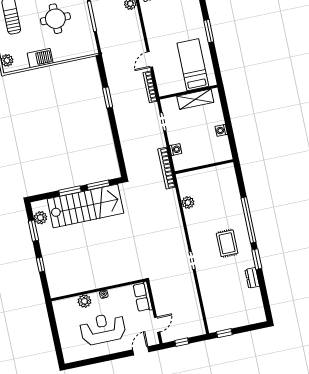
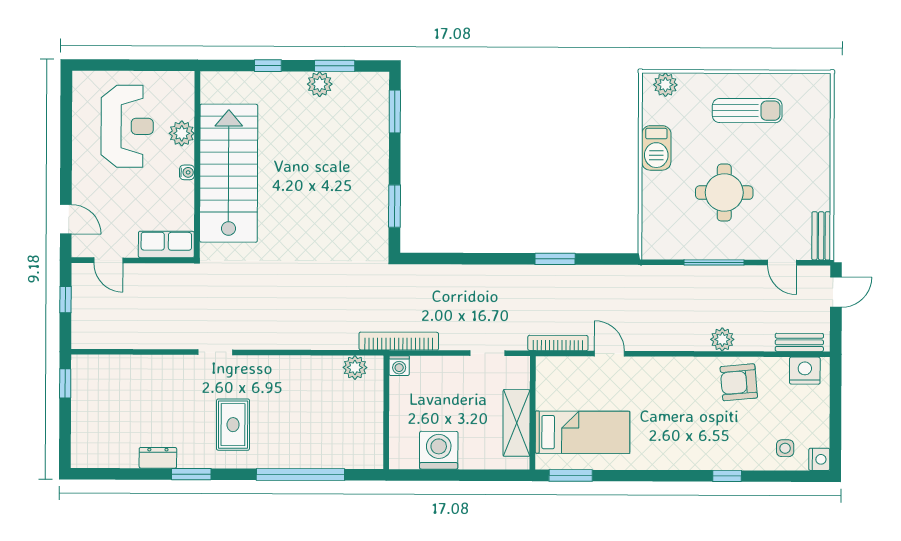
window: (209, 31) -> (571, 475), moved
washing machine: (221, 130) -> (439, 450), width x1.89, depth x1.89
washing machine: (176, 150) -> (399, 366), moved
window: (70, 191) -> (395, 112), moved
plant: (188, 202) -> (355, 368), moved
stairs: (85, 206) -> (229, 173), moved, turned 180
plant: (40, 218) -> (320, 84), moved
window: (249, 220) -> (300, 474), moved
rug: (227, 243) -> (233, 425), turned 90
reception desk: (103, 329) -> (127, 126), moved

